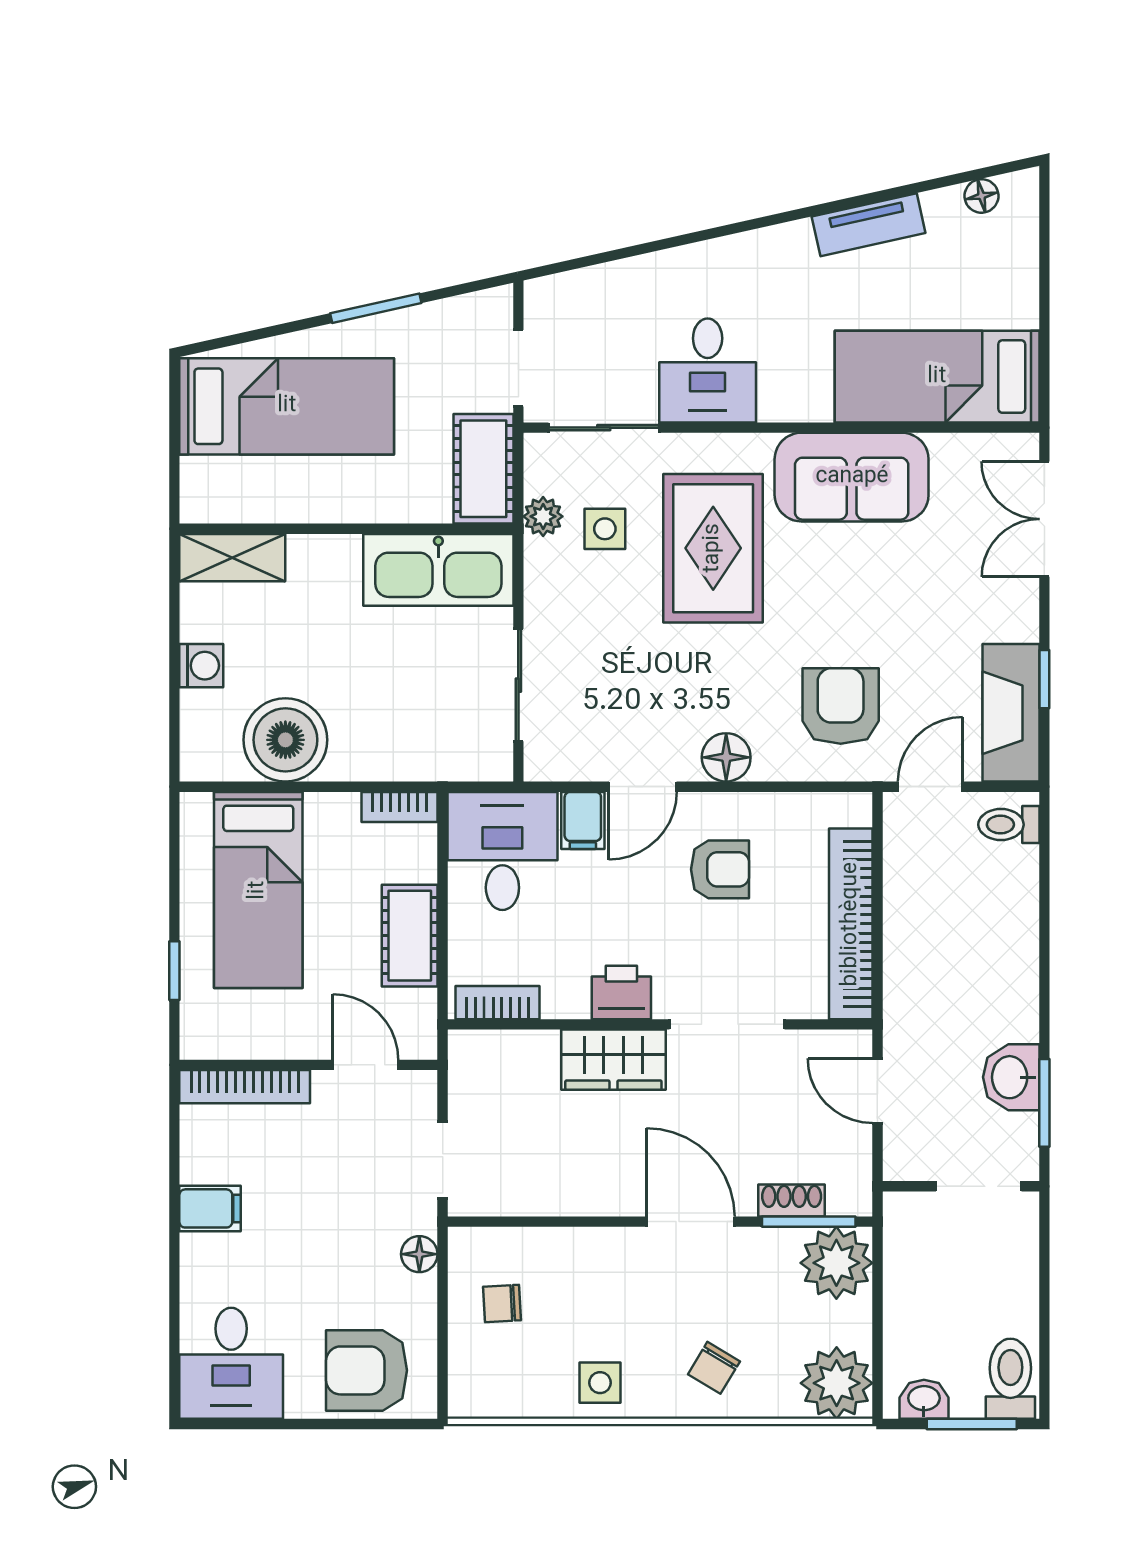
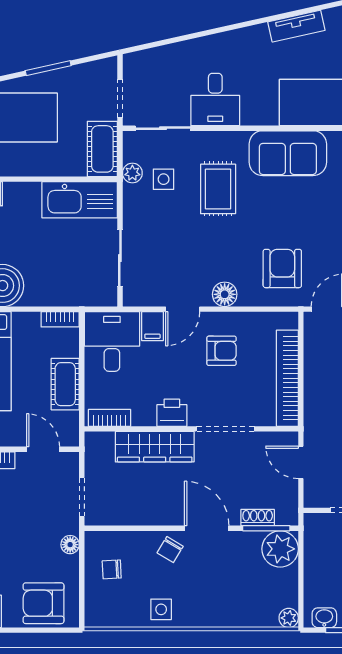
rug: (713, 548) -> (218, 189), width x0.73, depth x0.70
wardrobe: (613, 1060) -> (155, 447), width x1.50
chair: (714, 1368) -> (170, 550), moved
plant: (837, 1383) -> (289, 618), width x0.53, depth x0.53

